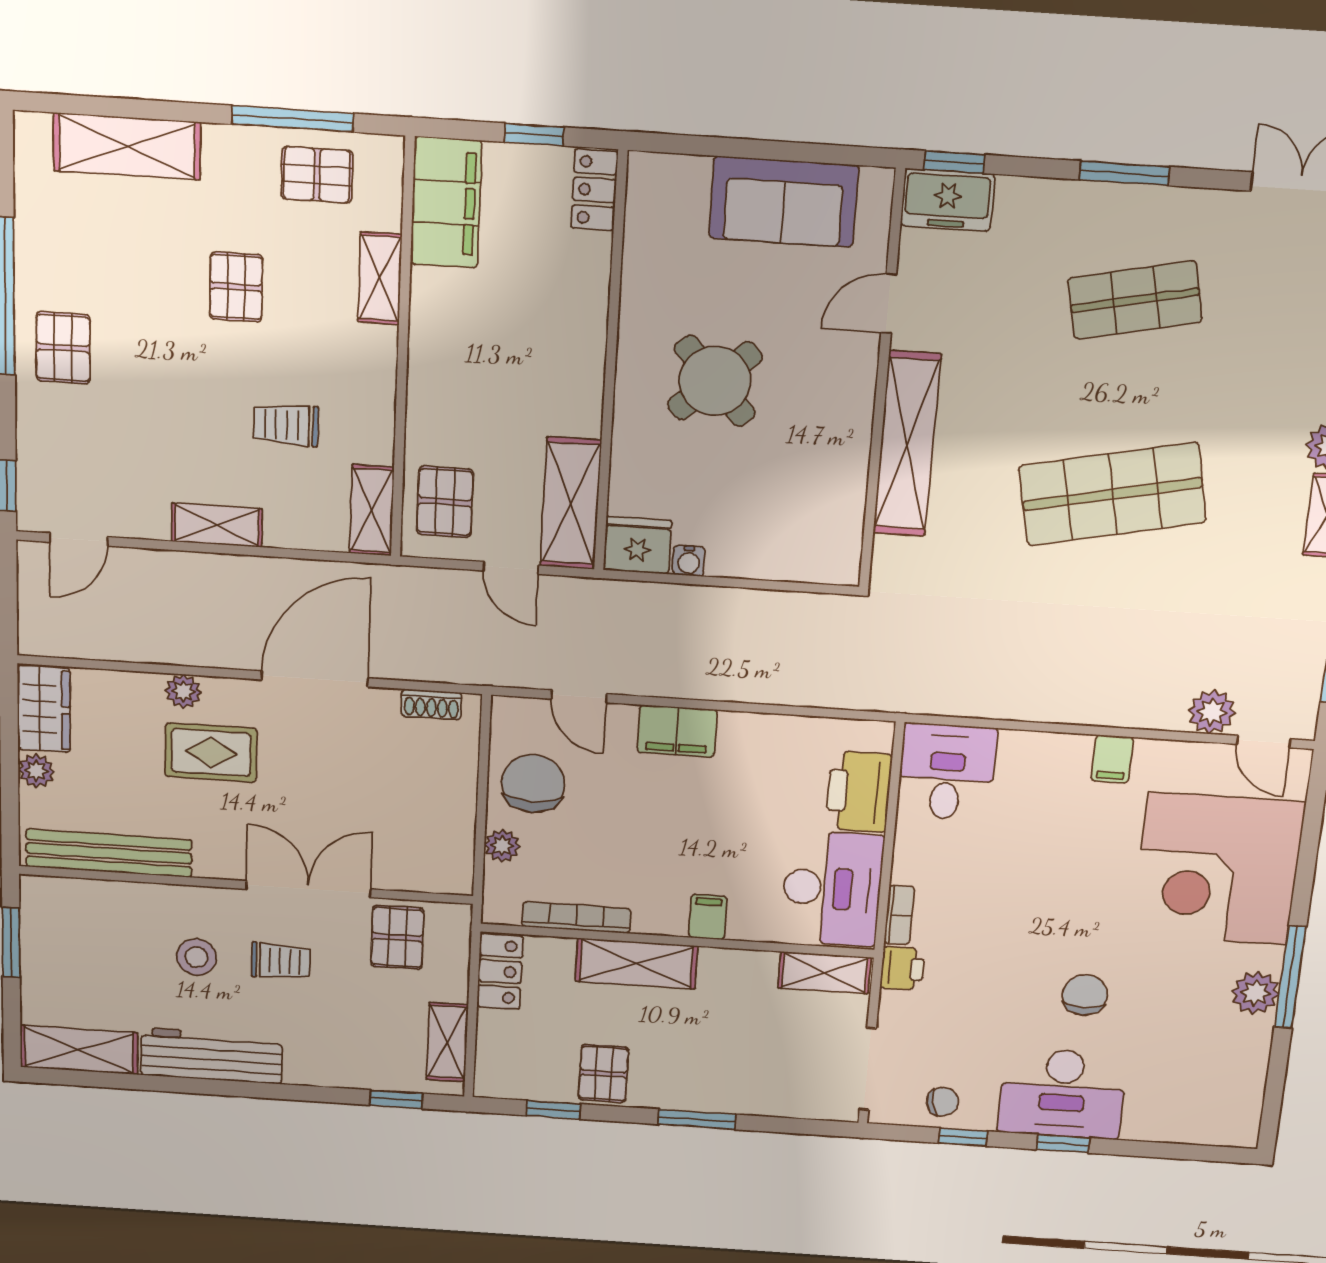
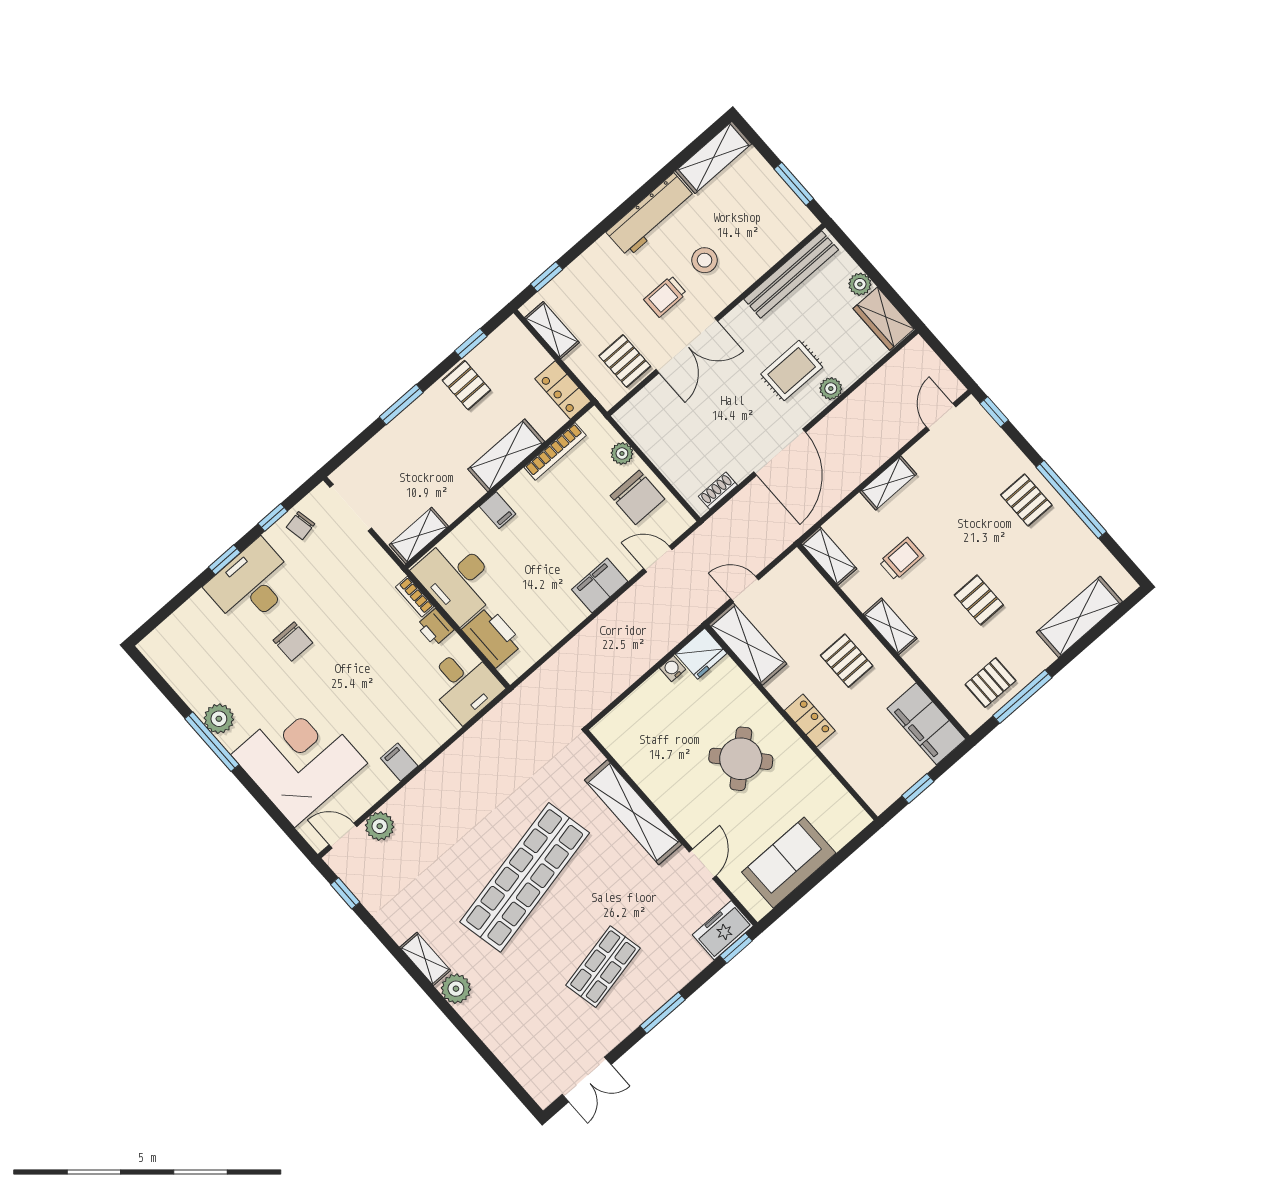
locker: (594, 190) -> (810, 721), moved
shelving: (380, 278) -> (890, 626), moved
shop shelf: (1113, 494) -> (525, 877), width x1.40
pallet: (445, 502) -> (847, 661), moved
printer: (902, 968) -> (435, 628), moved

